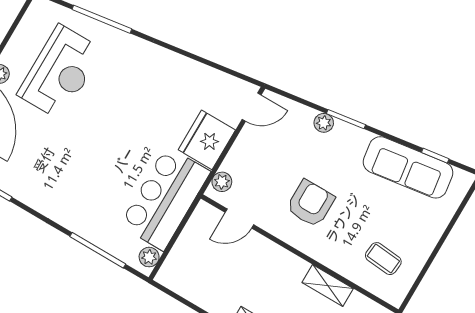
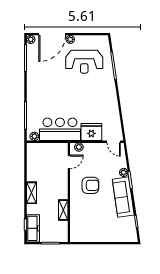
sofa: (408, 167) -> (123, 197), moved
door: (239, 219) -> (69, 162), swing flipped
coffee table: (383, 259) -> (86, 225), removed

